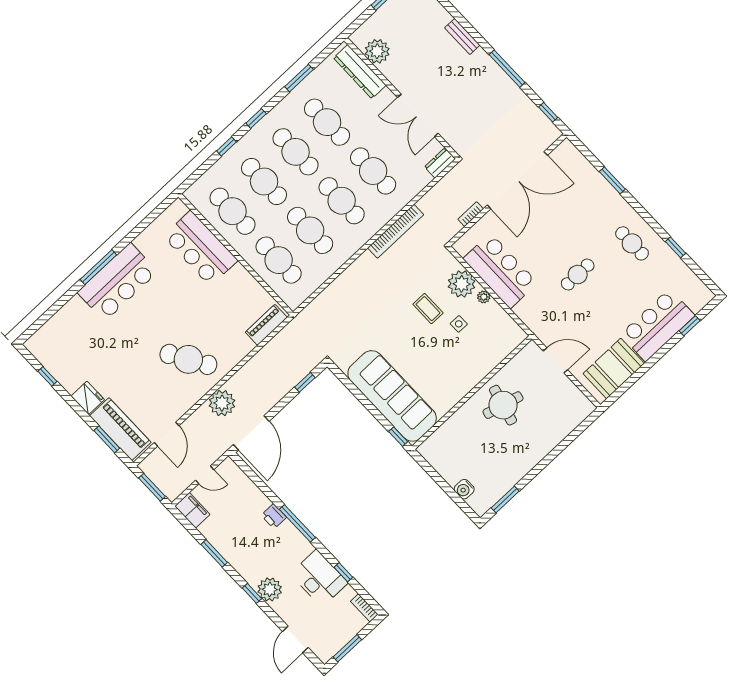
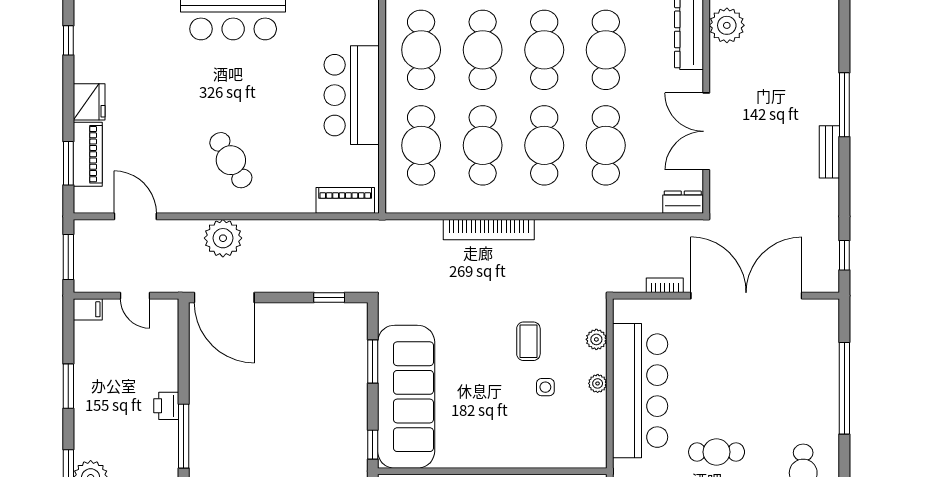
bench: (462, 36) -> (829, 152), moved
window: (507, 69) -> (844, 105), moved
double door: (517, 180) -> (746, 296), swing flipped
window: (612, 180) -> (844, 388), width x2.11
bookcase: (396, 231) -> (489, 230), moved
bar counter: (200, 248) -> (352, 95), moved
bar counter: (500, 271) -> (640, 391), width x1.36
plant: (462, 284) -> (596, 339), width x0.53, depth x0.53
cafe table: (188, 359) -> (231, 160), width x0.73, depth x0.74
window: (358, 394) -> (373, 362), added
piano: (120, 429) -> (88, 154), width x0.73, depth x0.75
door: (251, 433) -> (224, 298), hinge flipped
door: (167, 434) -> (135, 216), swing flipped
filing cabinet: (192, 510) -> (88, 309), width x0.50

